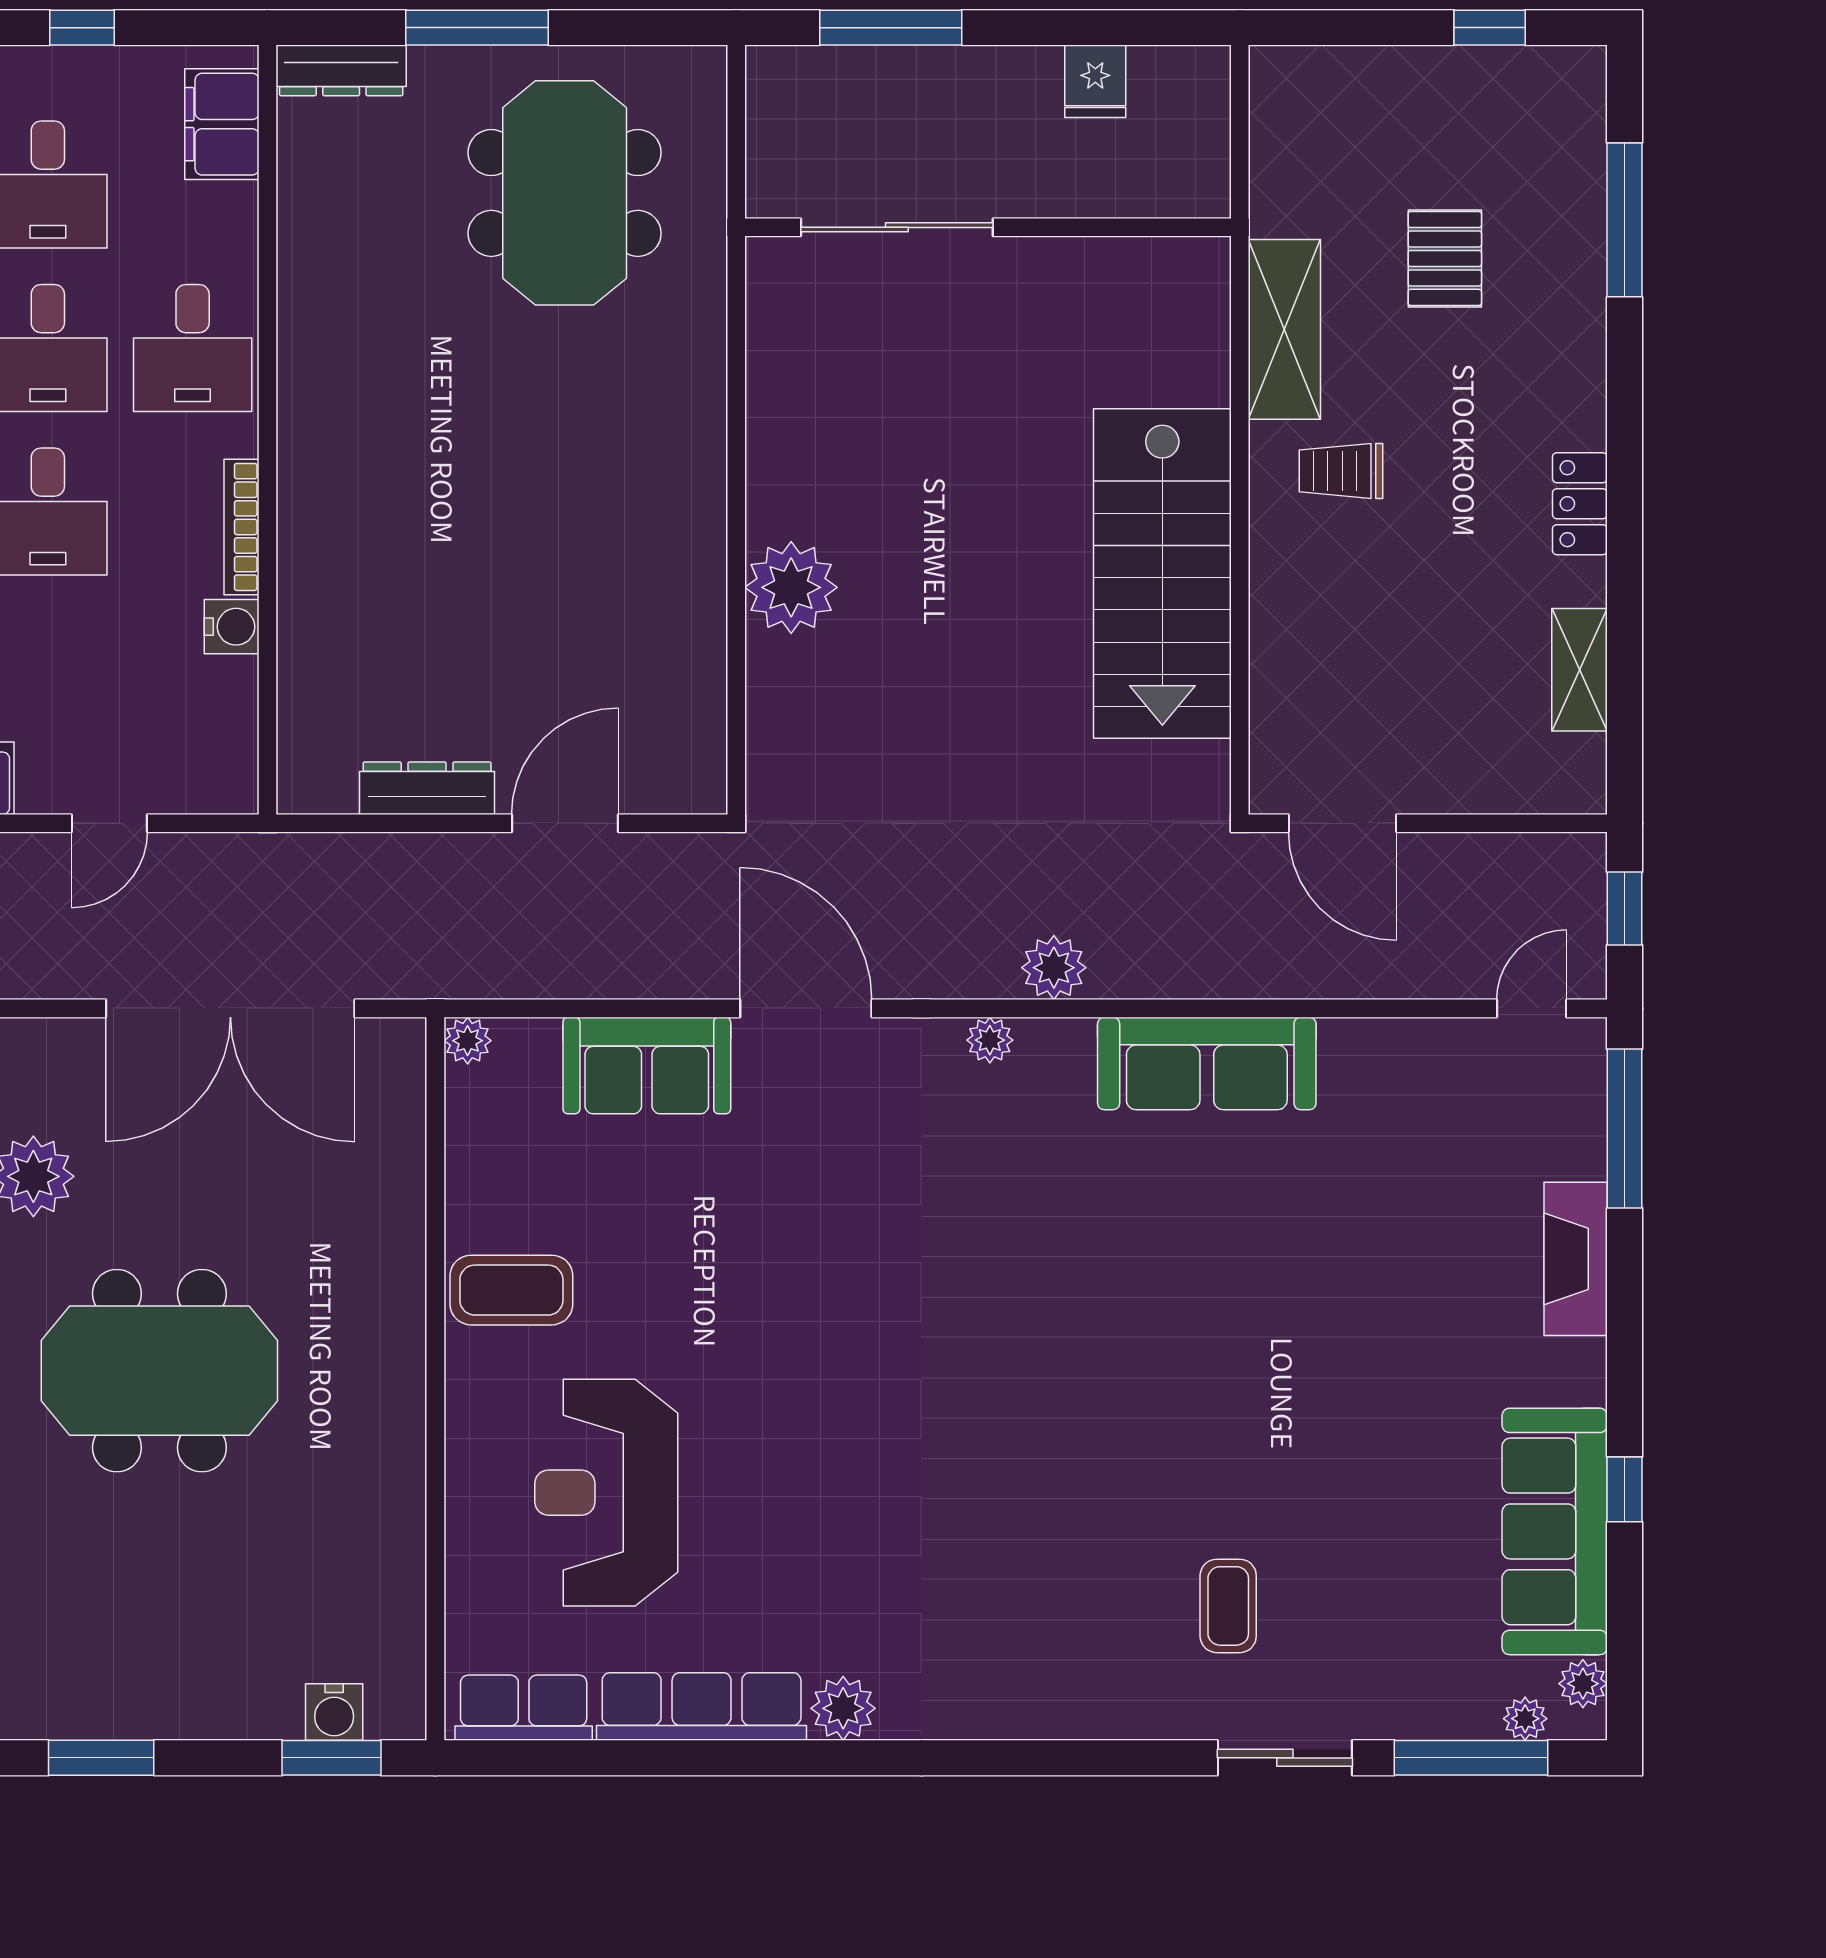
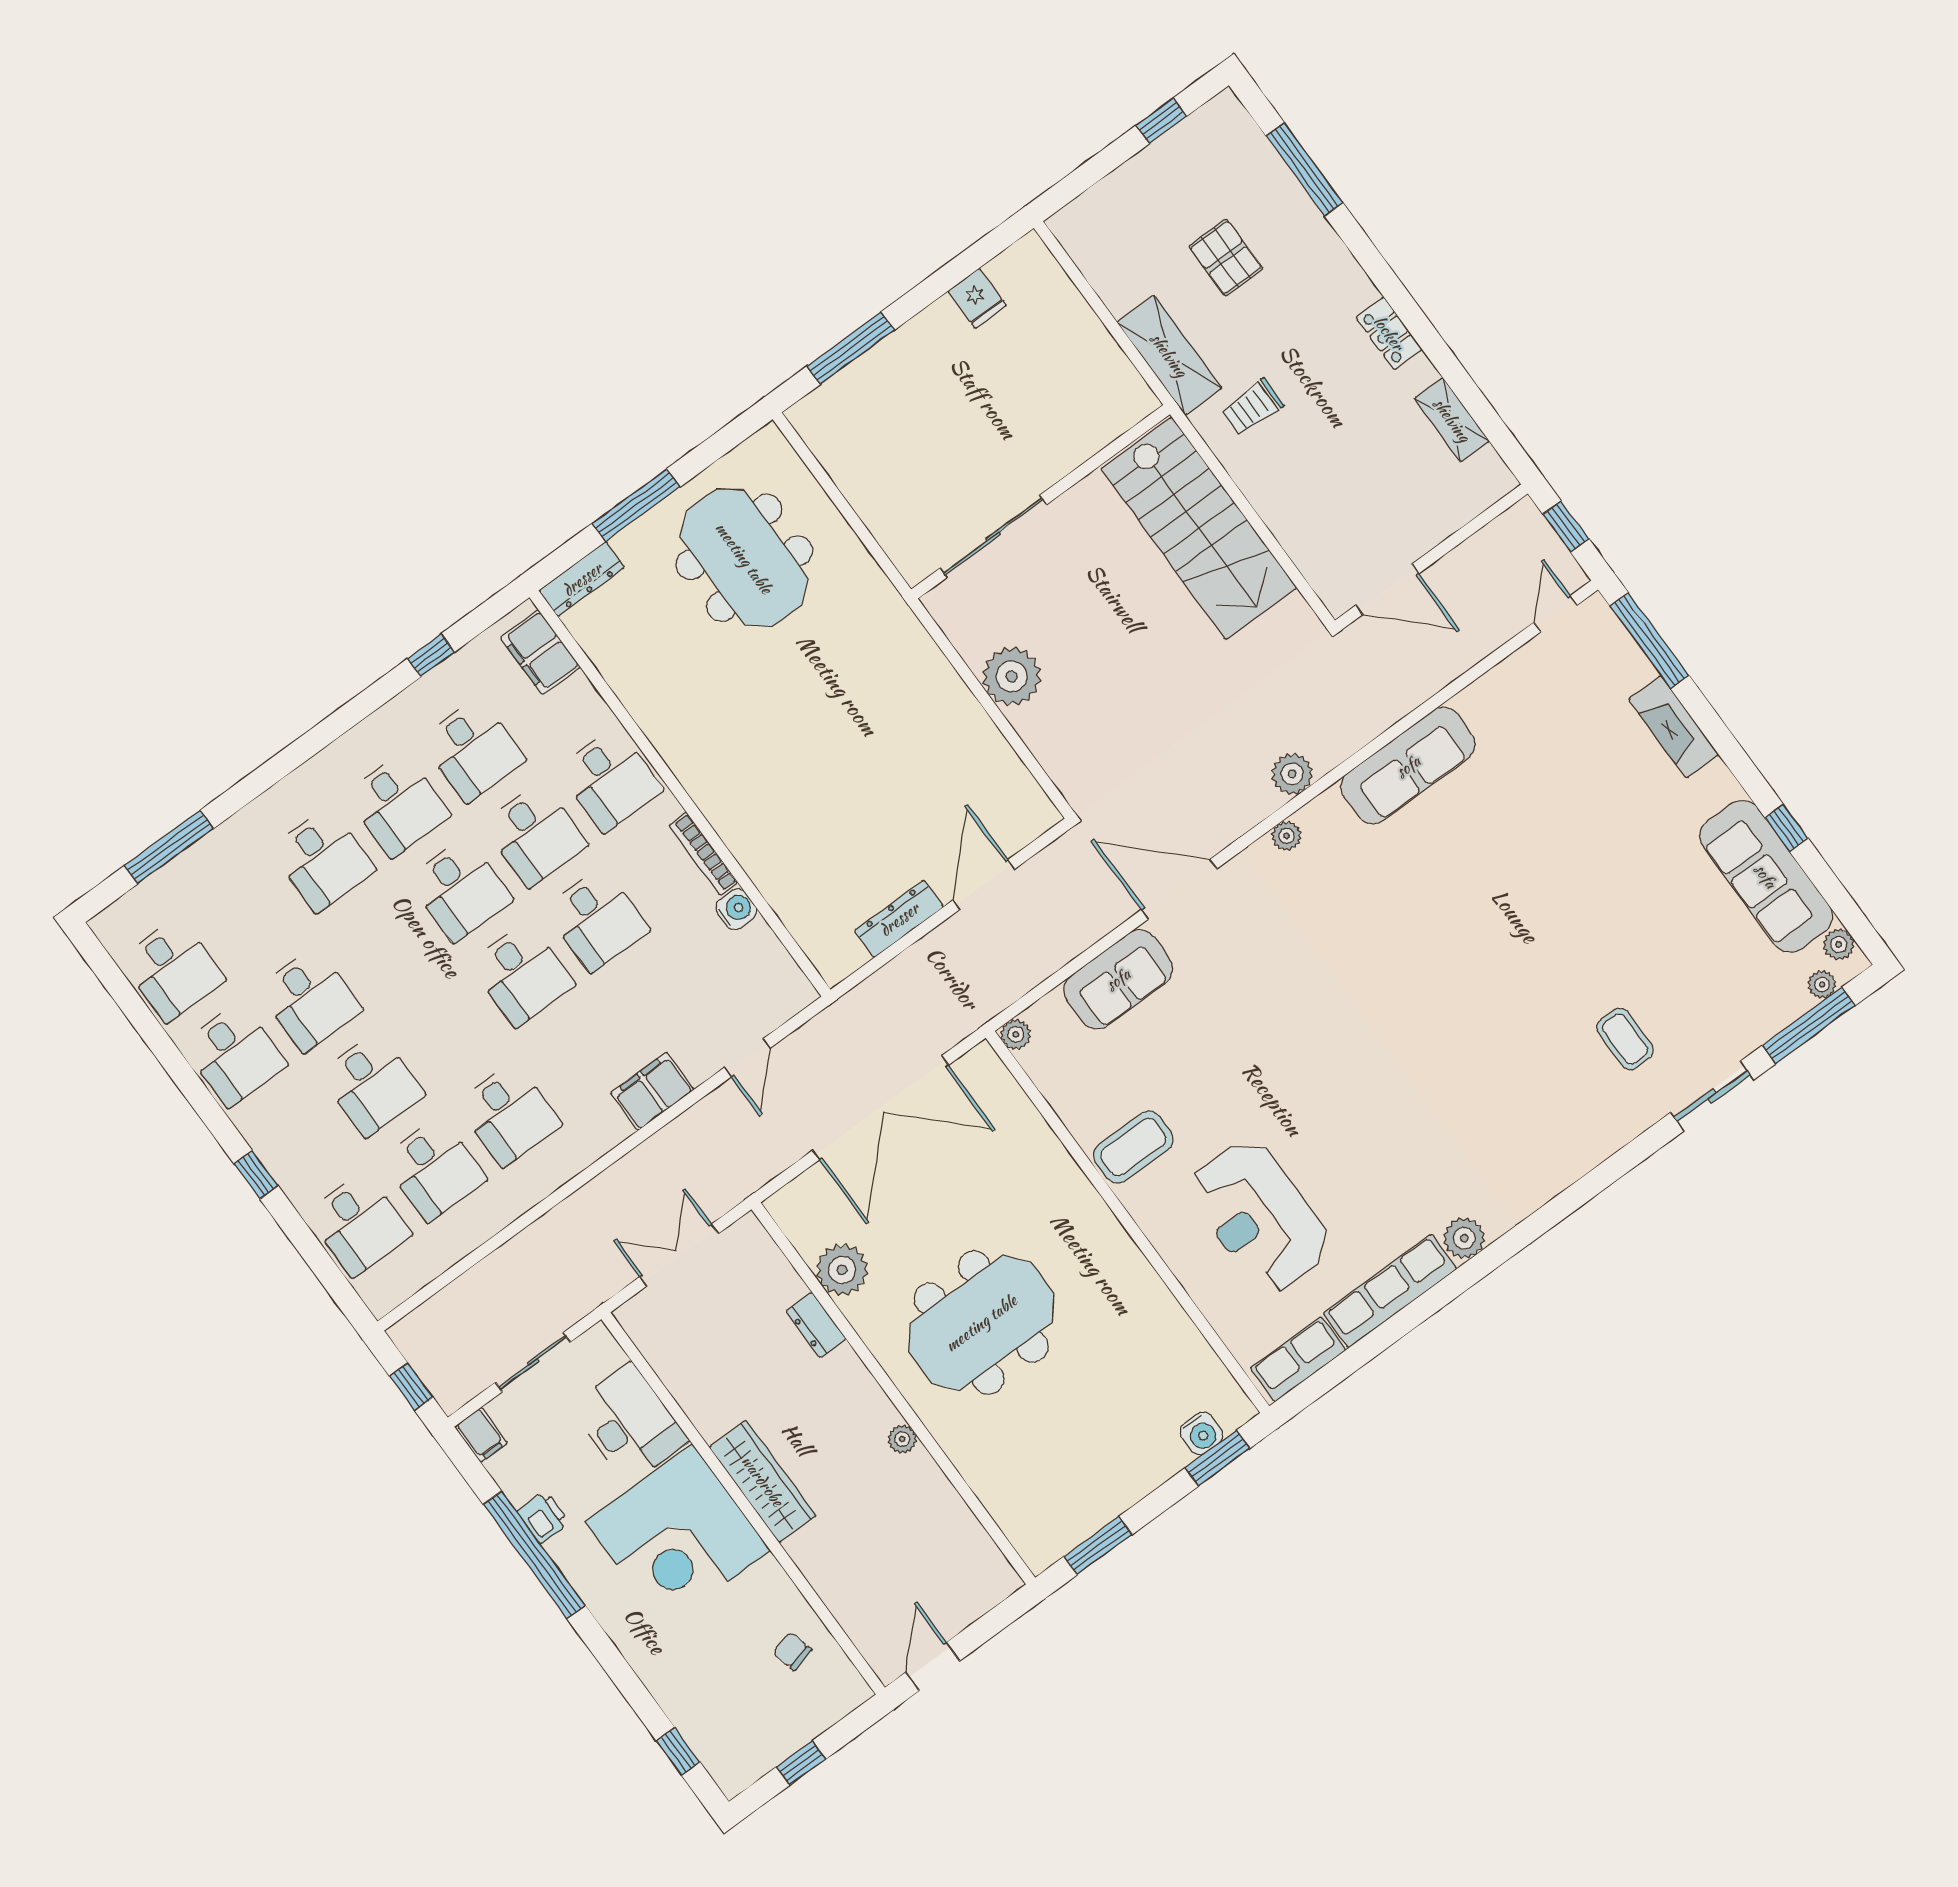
sliding door: (897, 227) -> (993, 536), moved
wall: (988, 227) -> (1041, 502), moved

